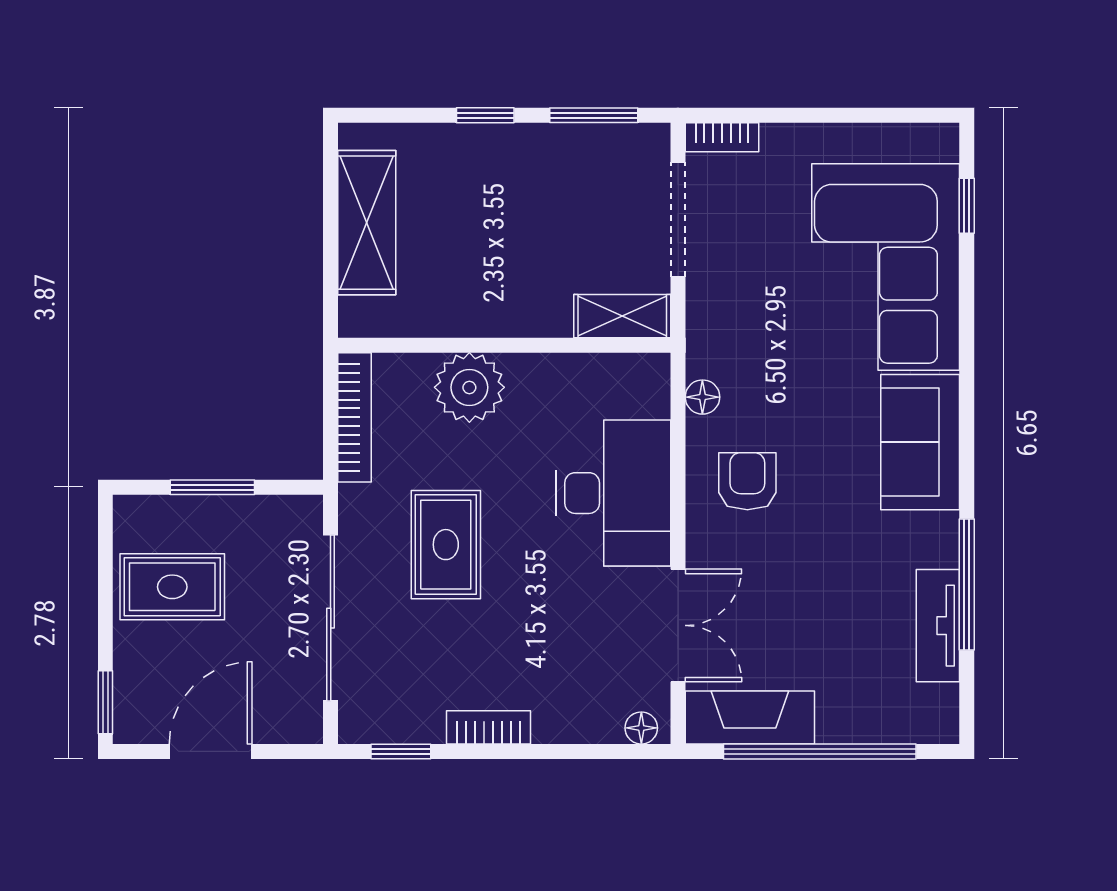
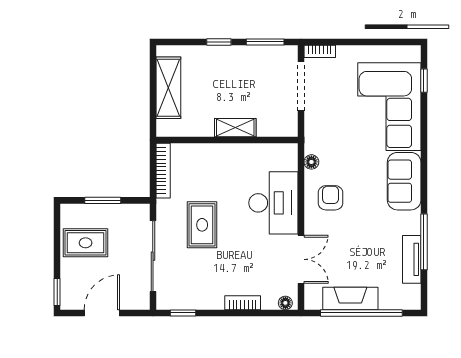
shelving: (622, 316) -> (235, 128), moved
plant: (469, 387) -> (212, 158), removed
fireplace: (750, 718) -> (350, 298), moved
bookcase: (489, 727) -> (243, 303), moved

